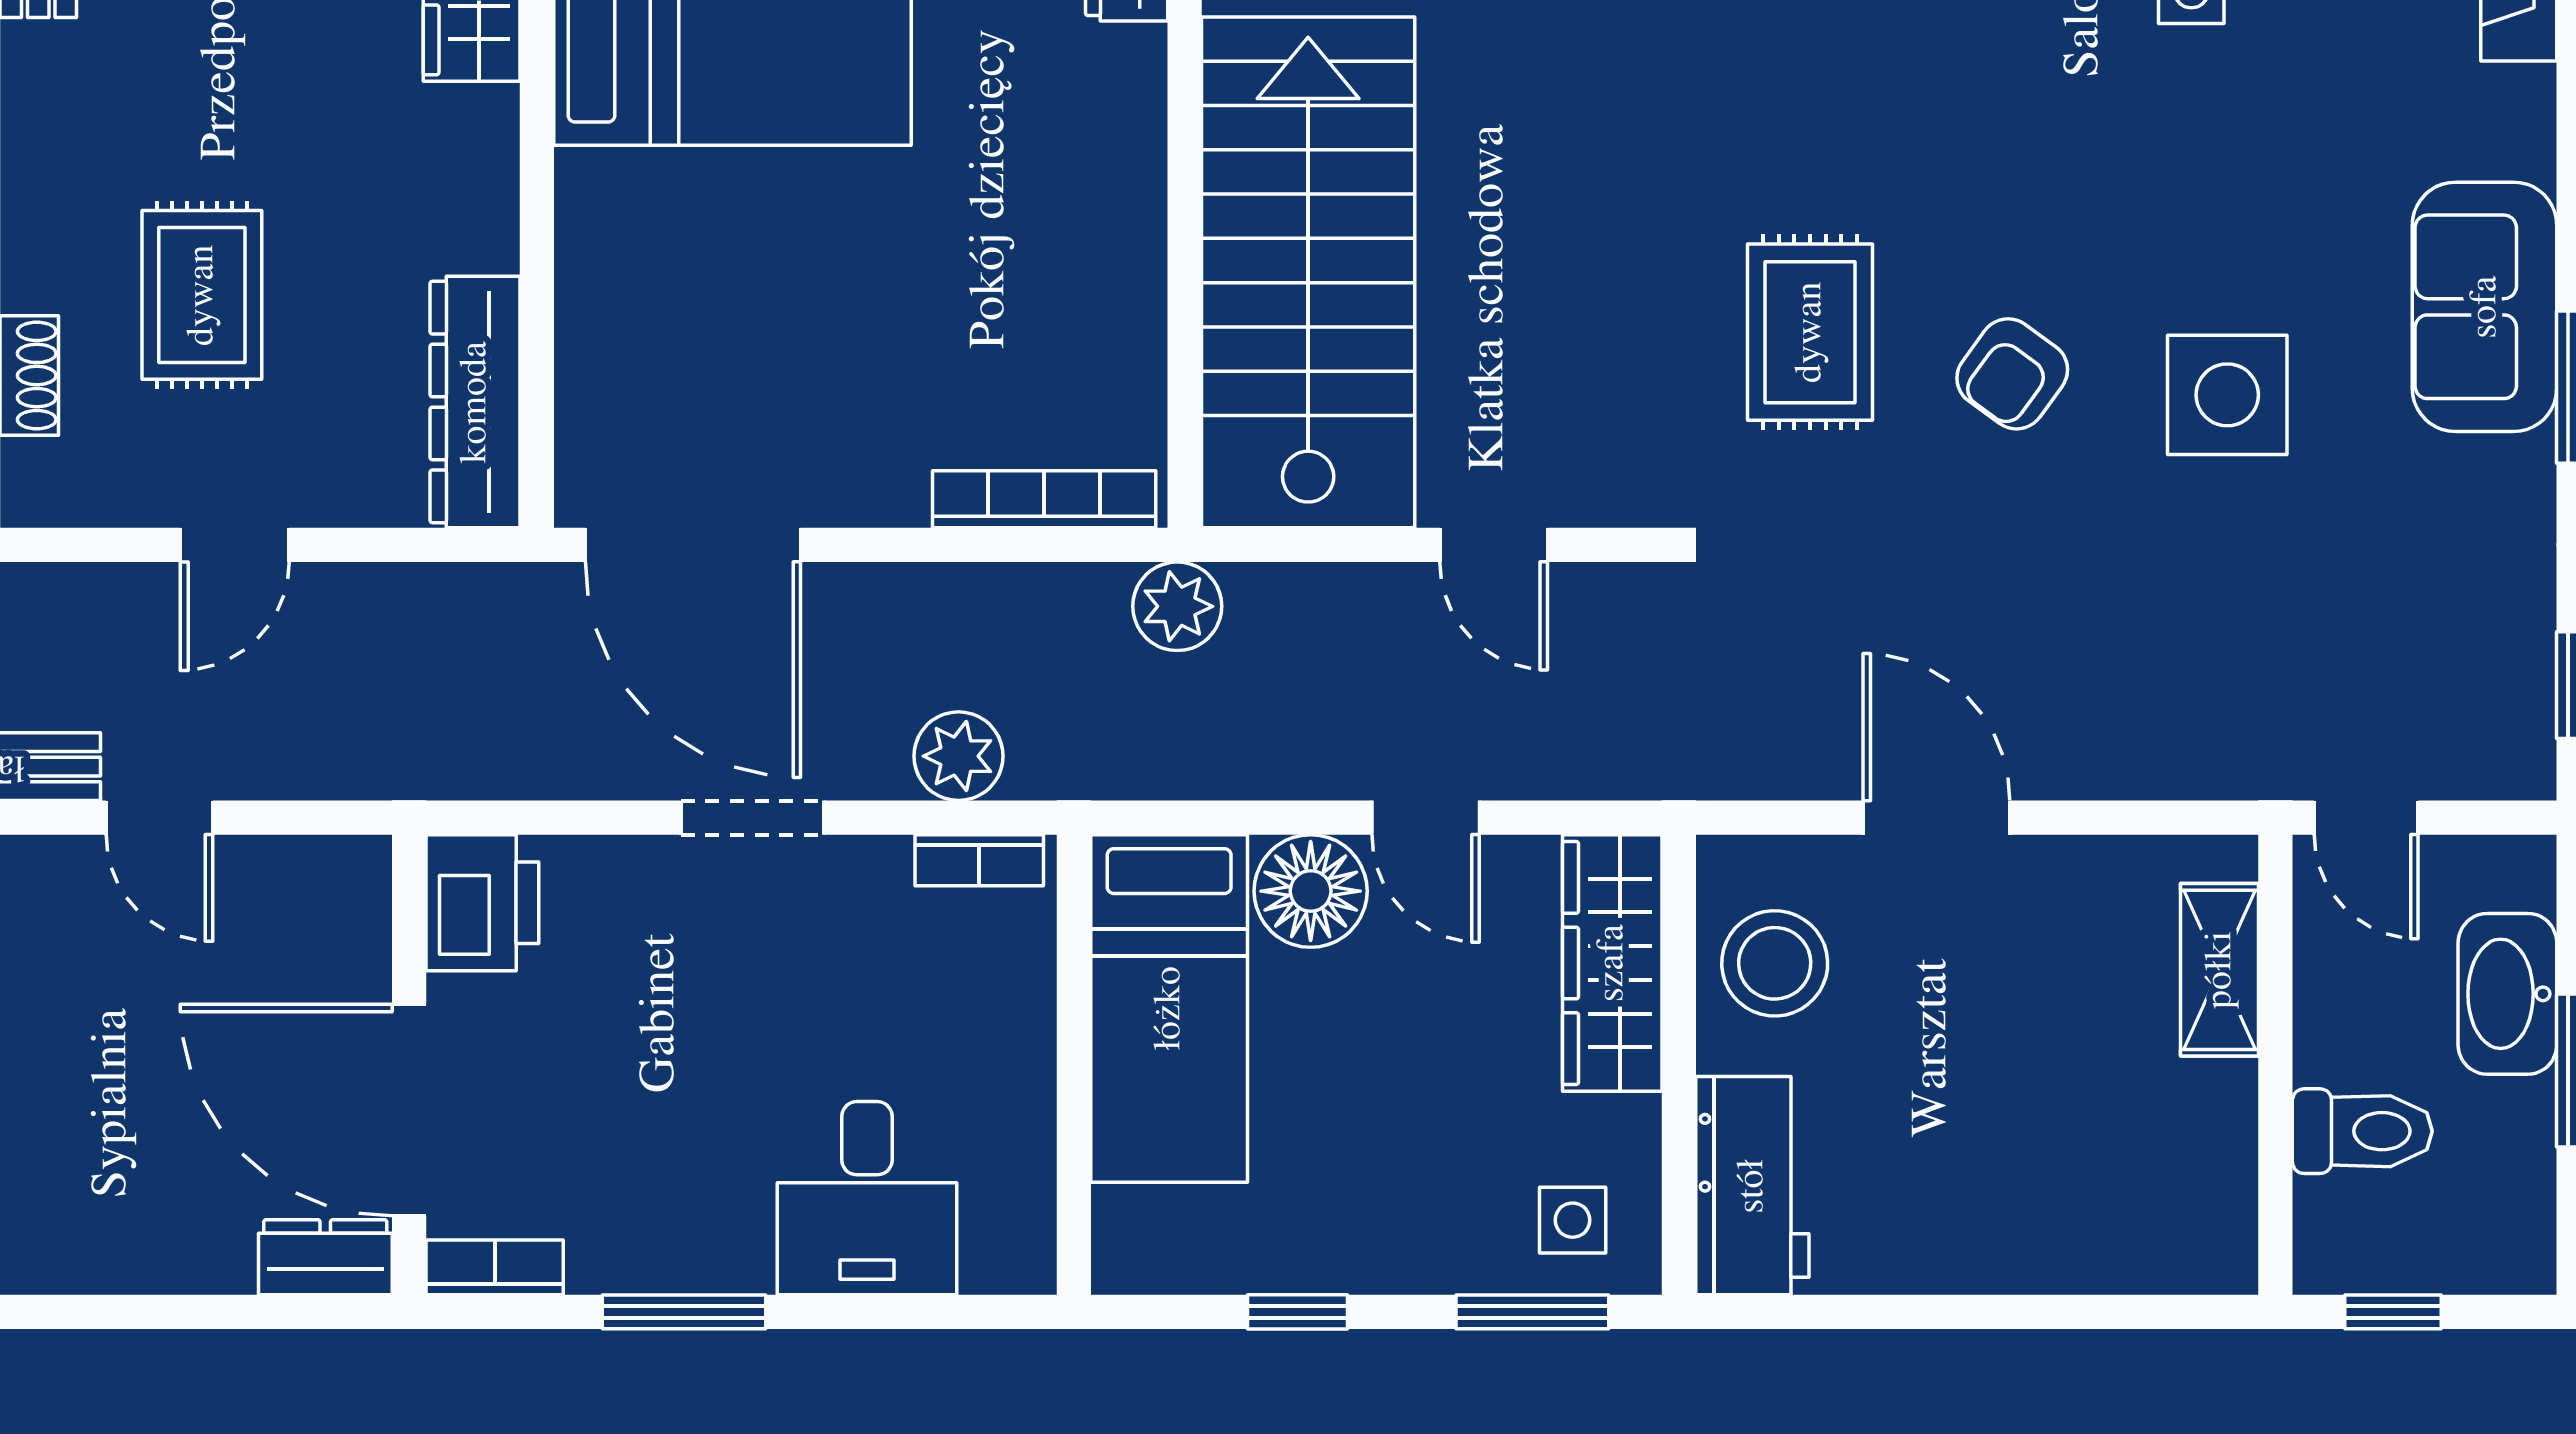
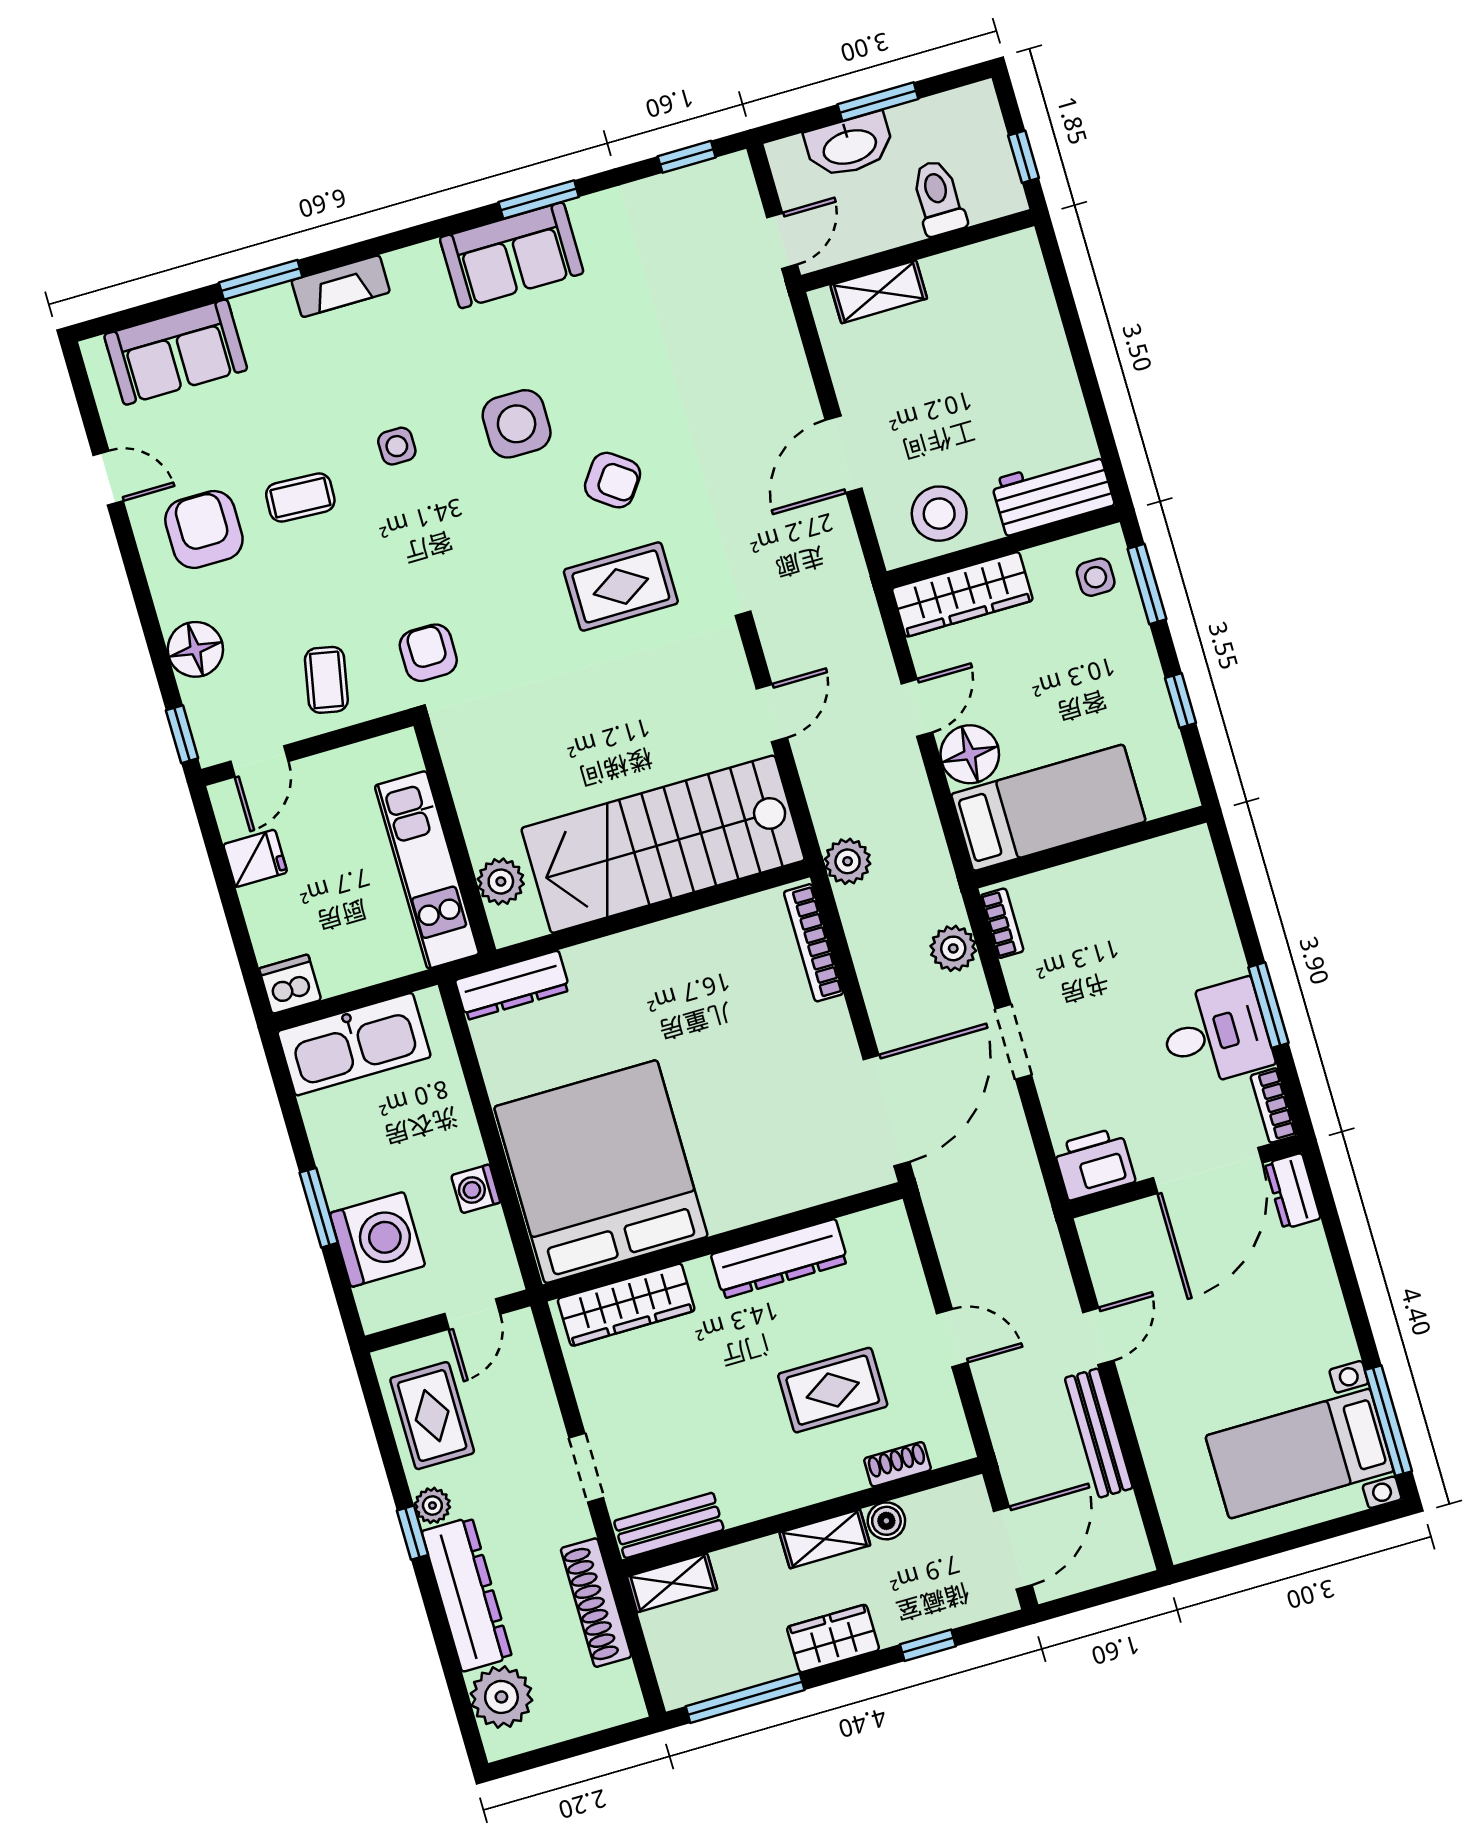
side table: (2227, 395) -> (517, 424), moved
dresser: (475, 402) -> (779, 1259), moved
desk: (867, 1198) -> (1216, 1033), moved

